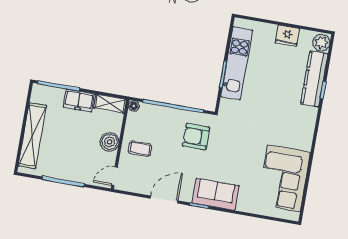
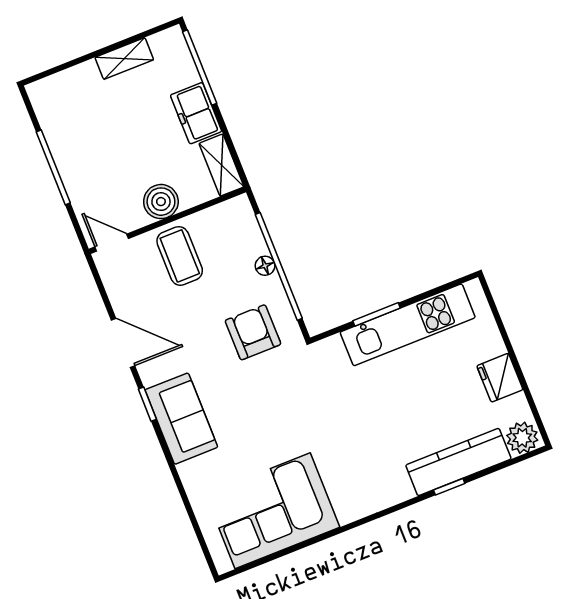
floor lamp: (134, 106) -> (265, 266), moved
shelving: (32, 136) -> (124, 59), width x0.45, depth x0.75
coffee table: (140, 149) -> (180, 256), width x1.36, depth x1.30

